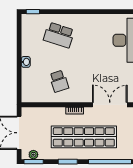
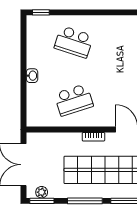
school desk: (59, 81) -> (74, 100), width x1.85
window: (68, 162) -> (85, 201), width x1.44

